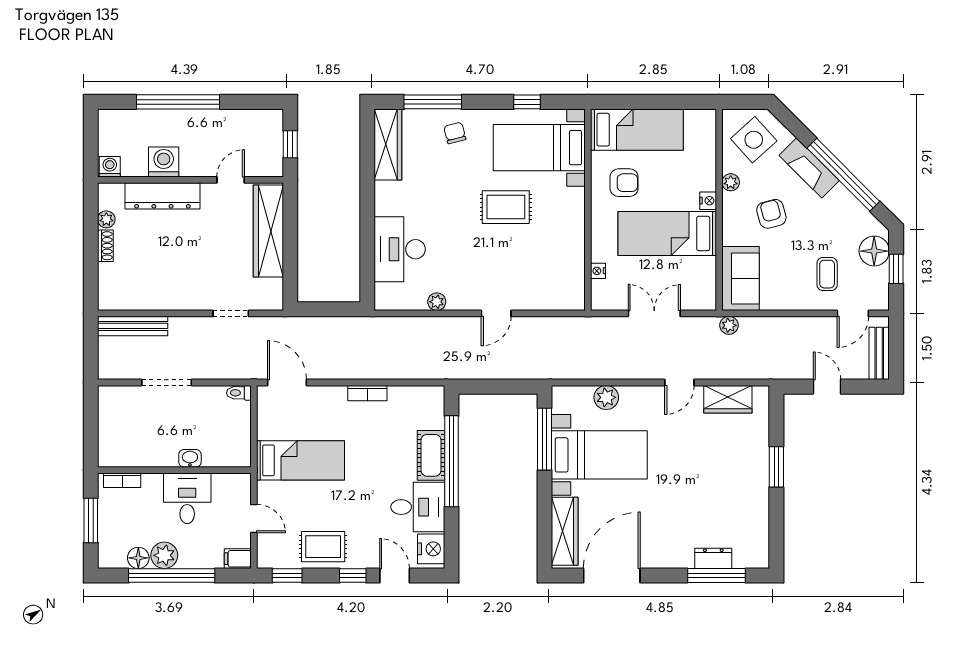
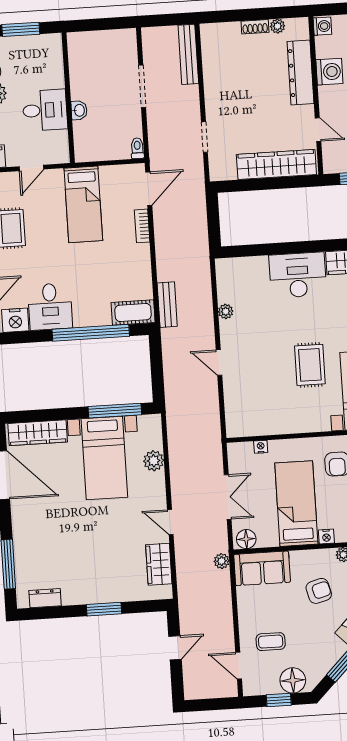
desk: (400, 249) -> (298, 275), moved
floor lamp: (705, 295) -> (246, 539), added
bench: (879, 353) -> (167, 305), moved, turned 90
bookcase: (367, 393) -> (142, 226), moved
cot: (431, 455) -> (133, 312), moved
bookcase: (122, 480) -> (57, 54), removed
dresser: (713, 558) -> (45, 598), moved, turned -90

